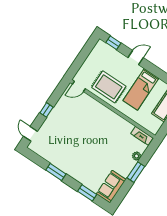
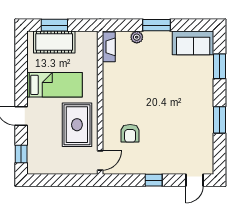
door: (79, 86) -> (100, 160), hinge flipped
armchair: (83, 114) -> (130, 133), added

